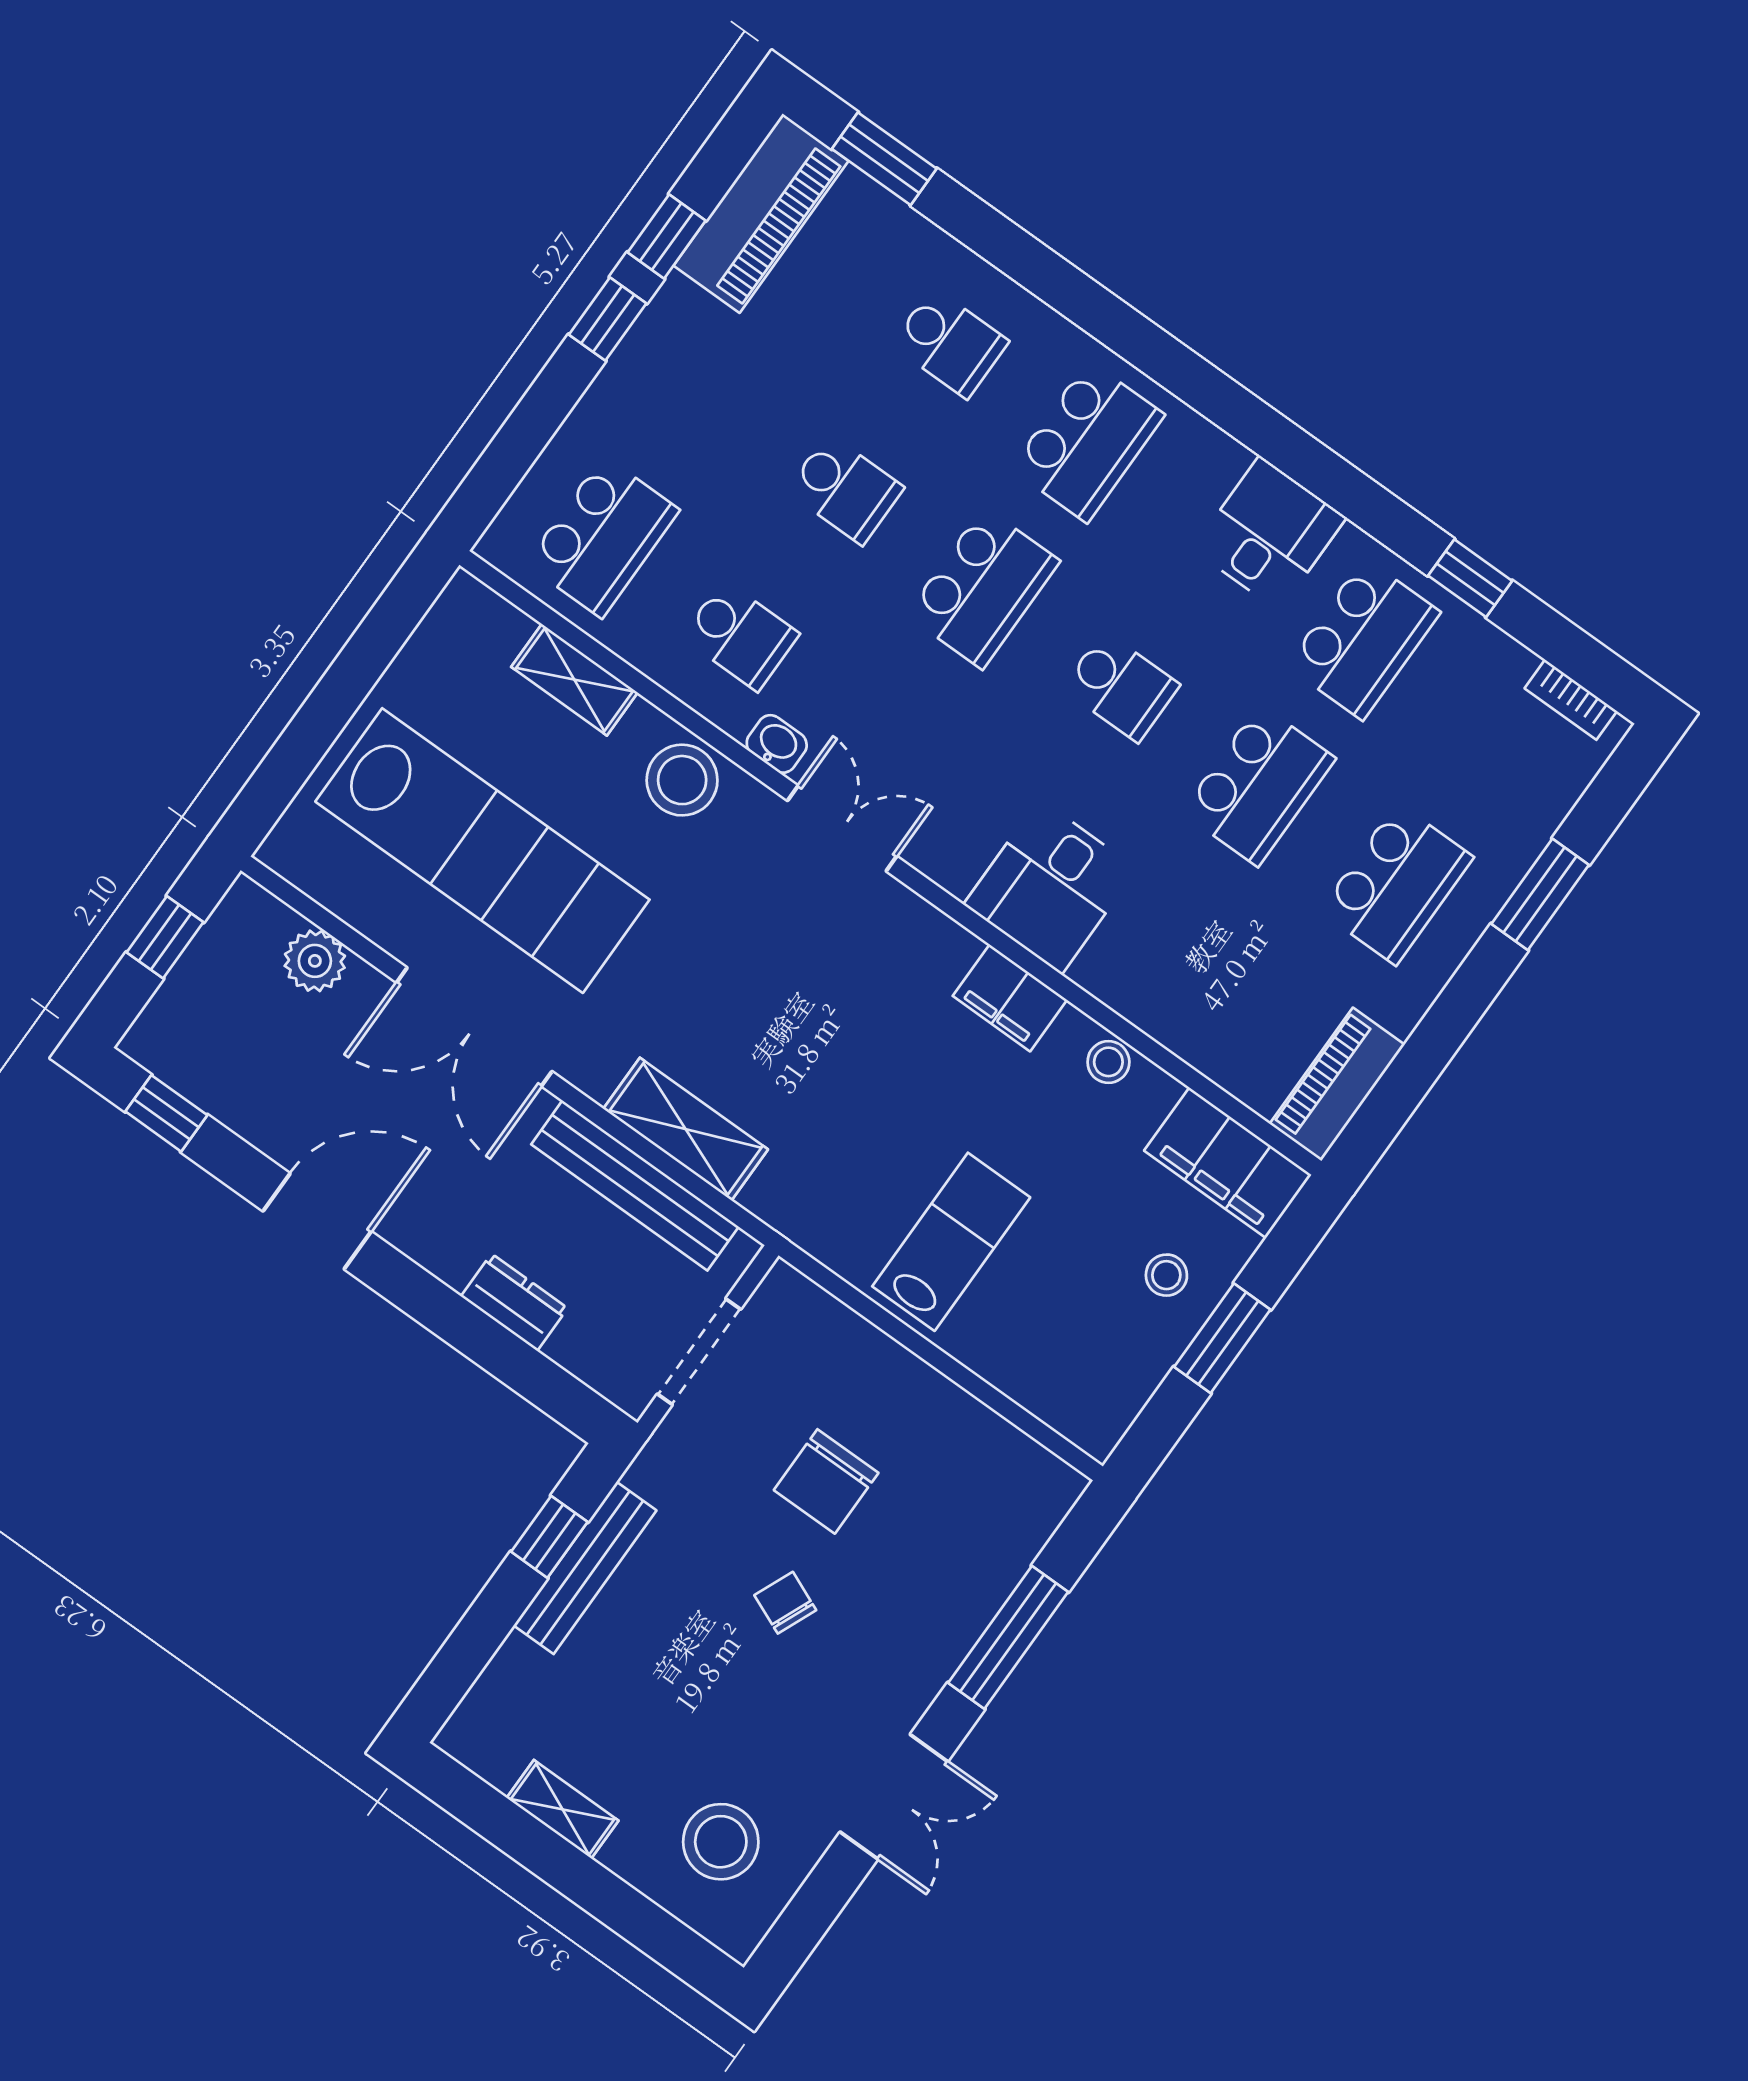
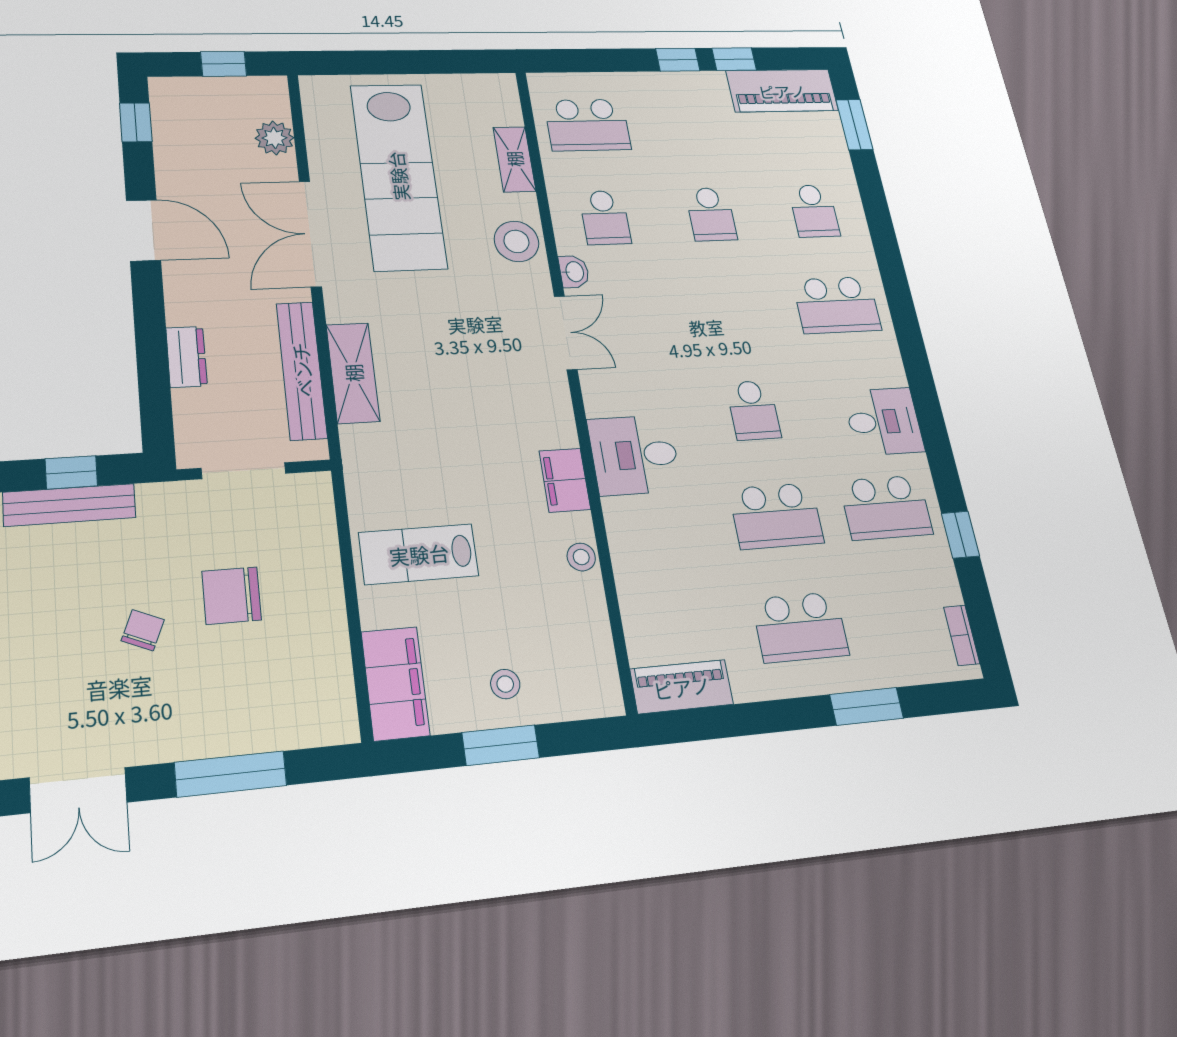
school desk: (983, 588) -> (732, 310), removed
filing cabinet: (1228, 1163) -> (395, 683), moved, turned 180
lab bench: (951, 1242) -> (419, 554), turned 180

